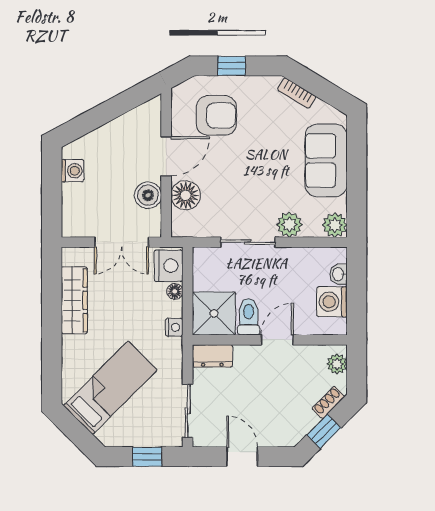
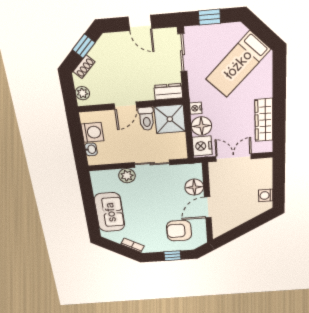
boiler: (148, 195) -> (218, 185), removed
plant: (335, 225) -> (98, 178), removed
floor lamp: (175, 291) -> (201, 126), width x1.89, depth x1.89

